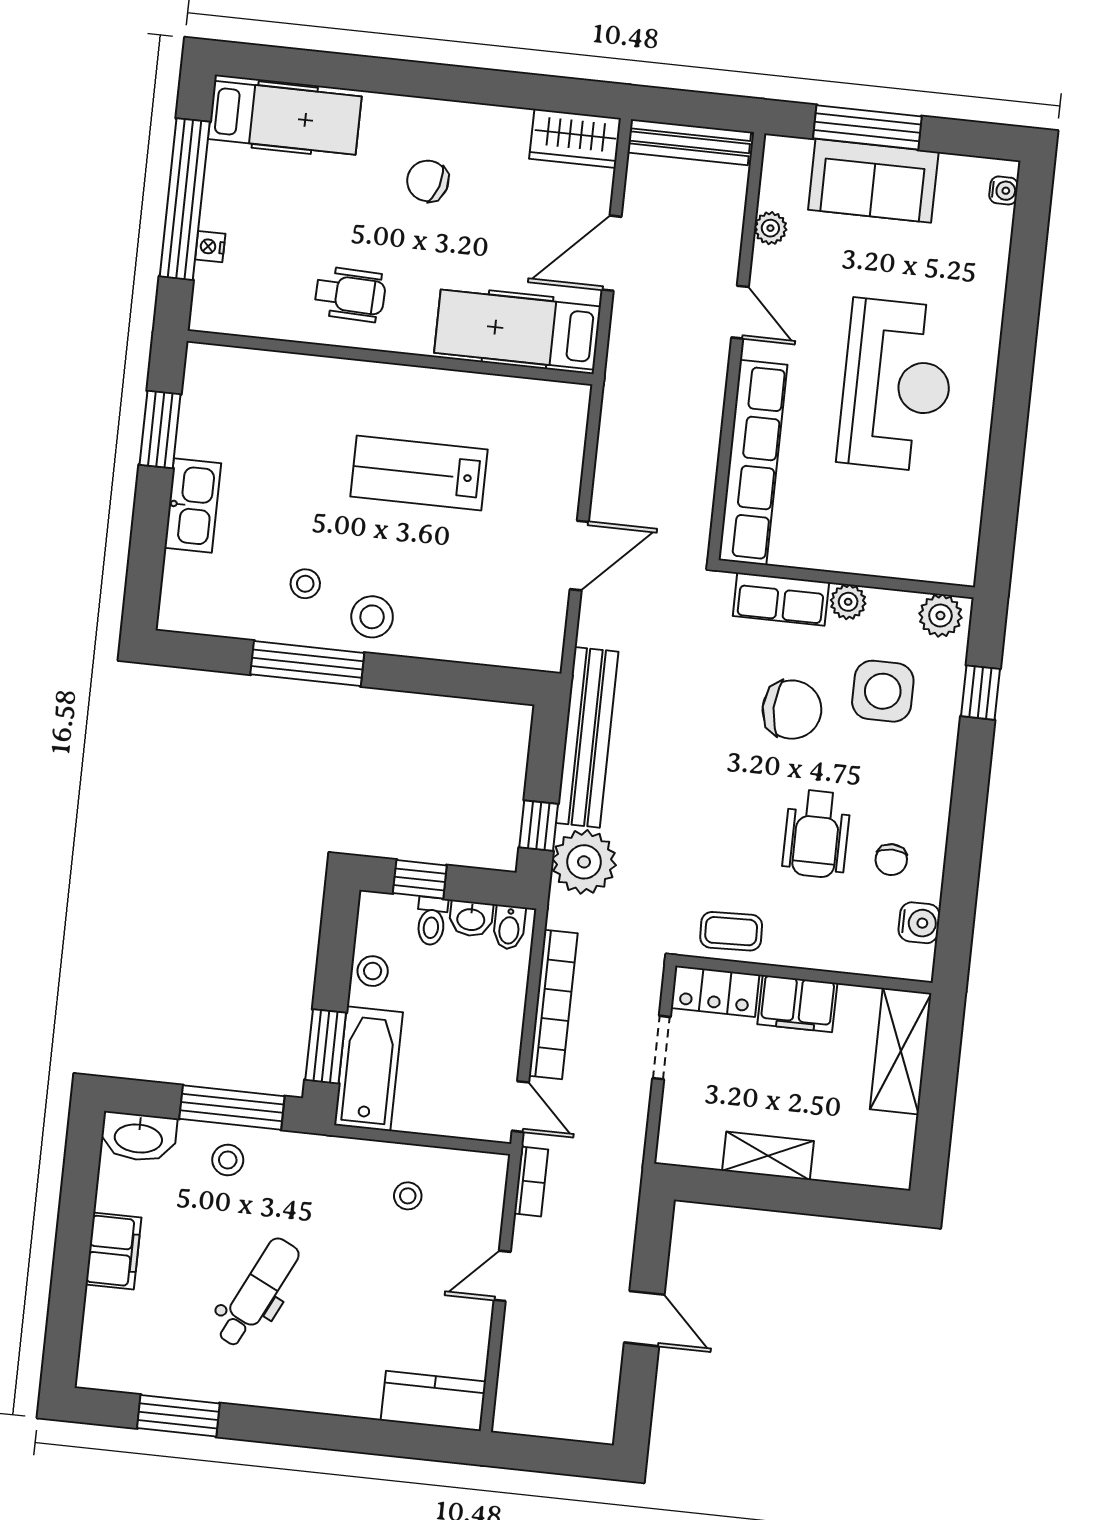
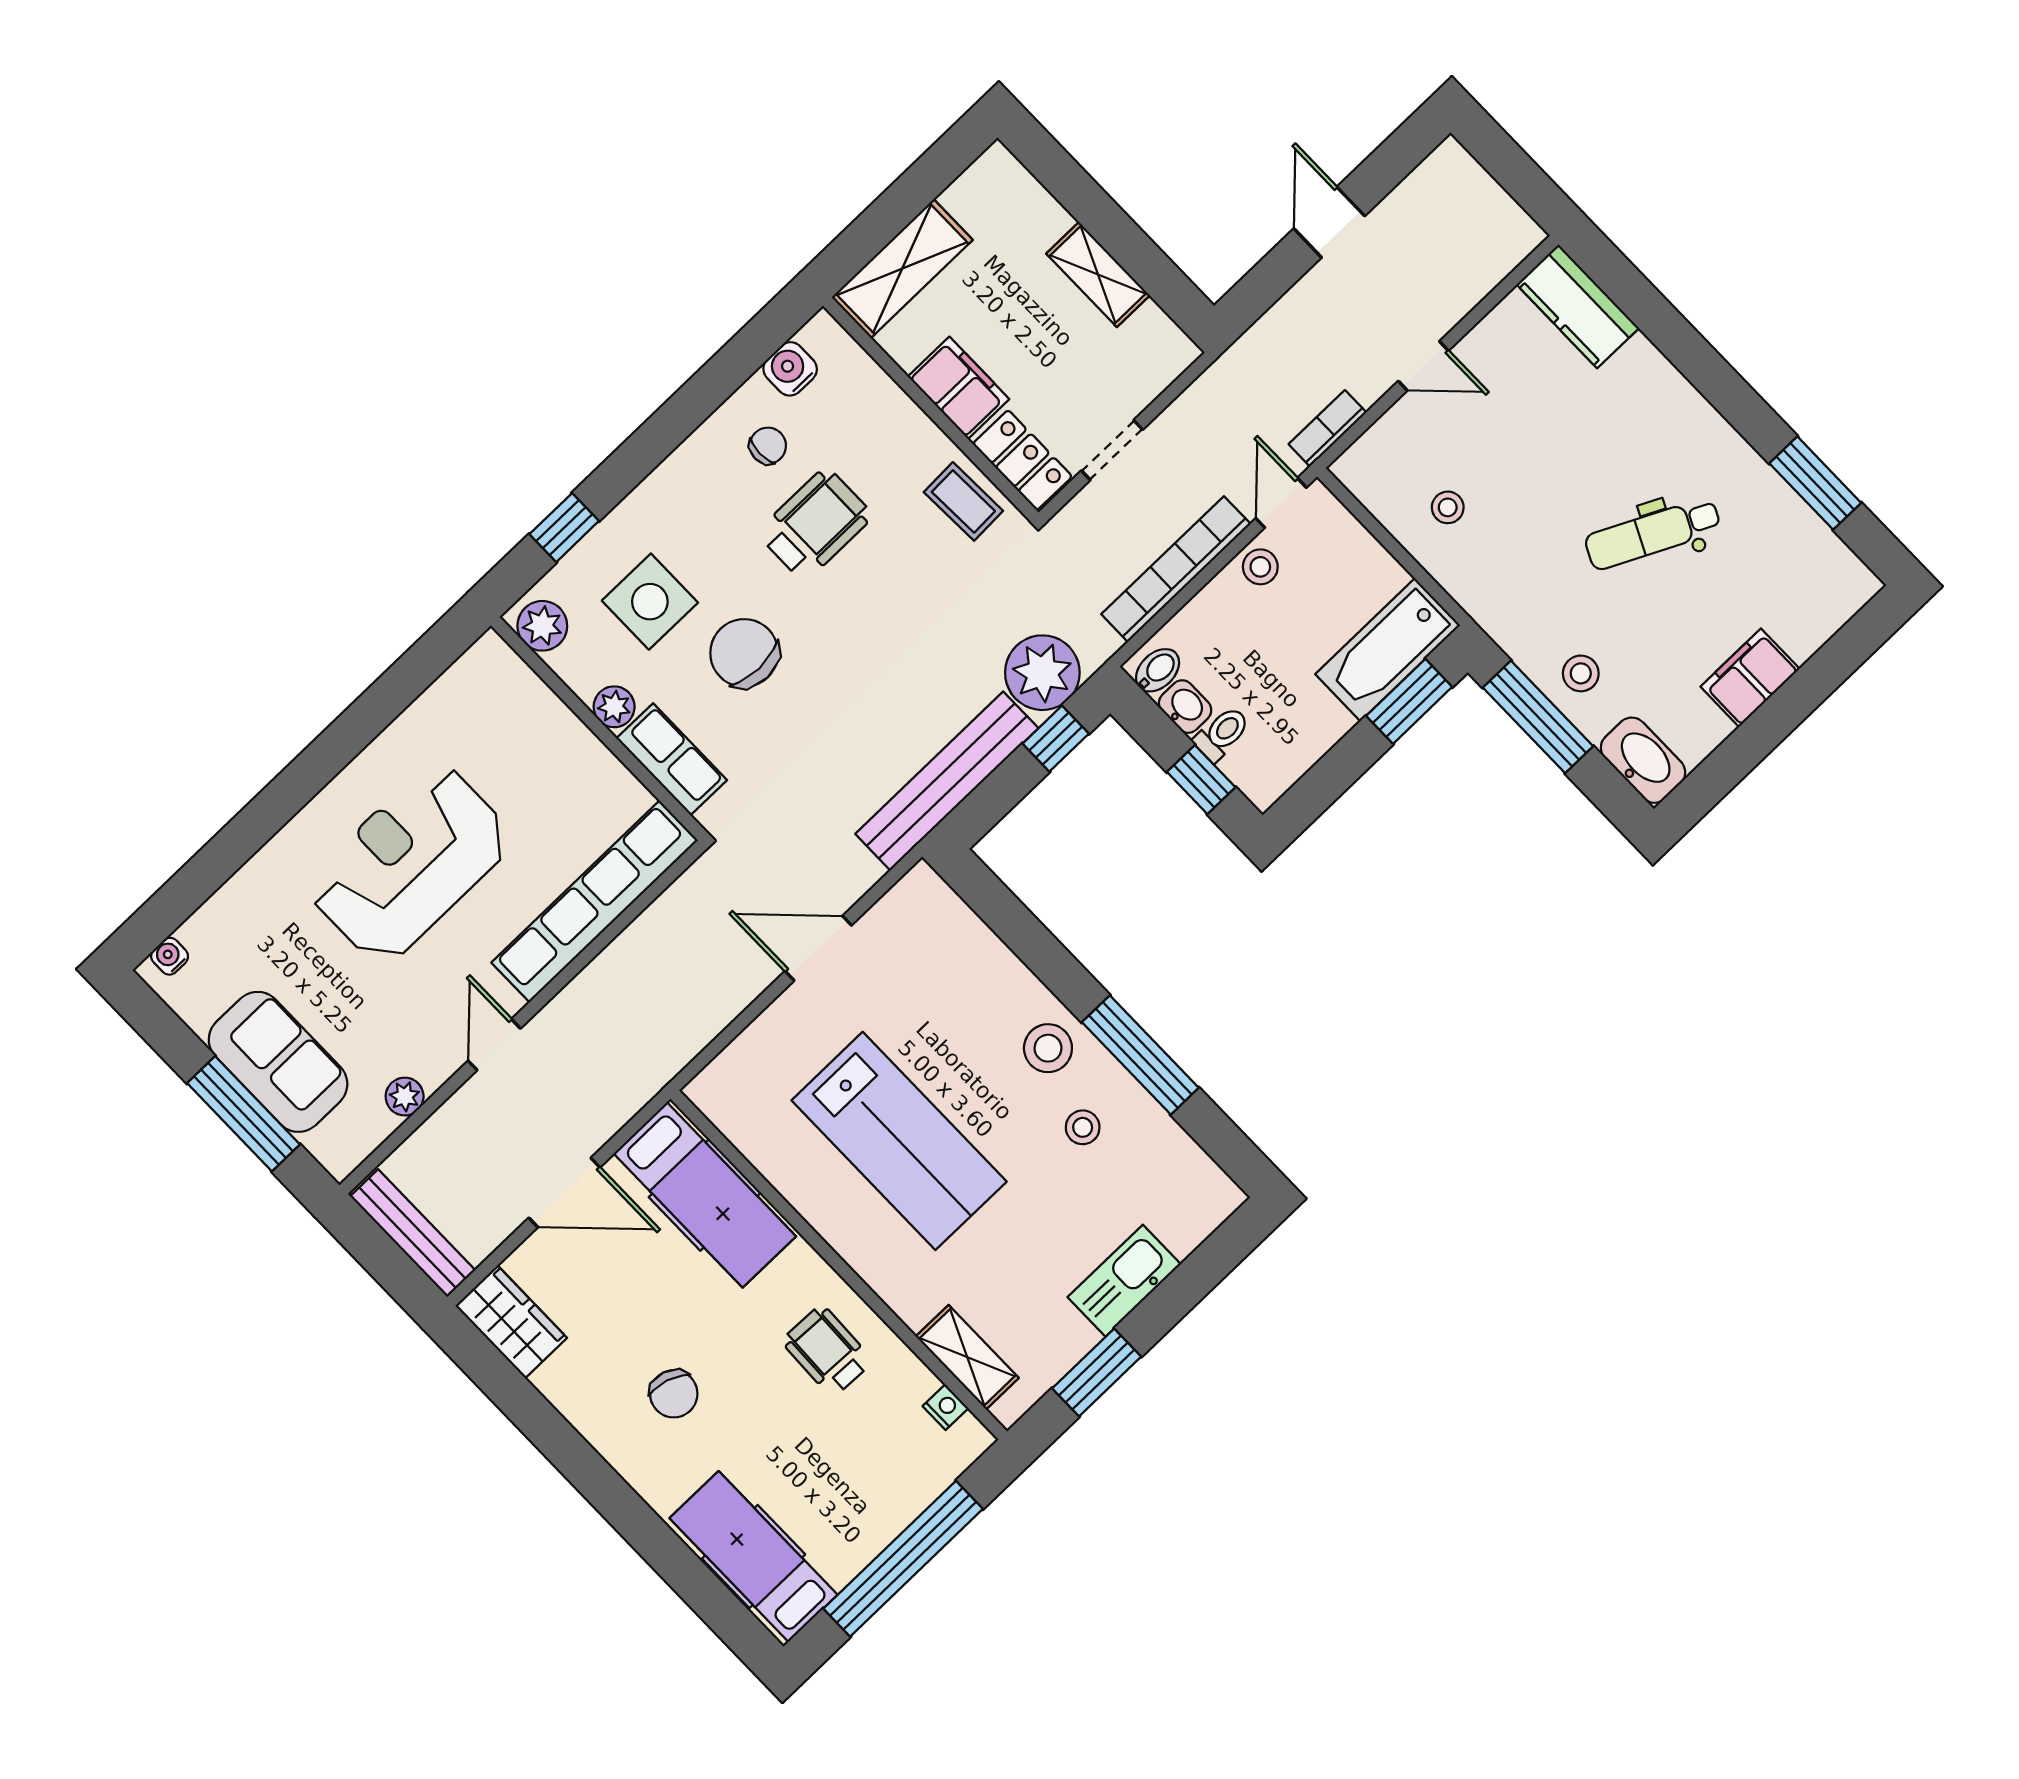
nightstand: (210, 247) -> (946, 1407), moved, turned -90
shelving: (254, 368) -> (967, 1357), added
lab bench: (419, 473) -> (899, 1141), width x1.36, depth x1.39
stool: (373, 971) -> (1260, 567), moved

